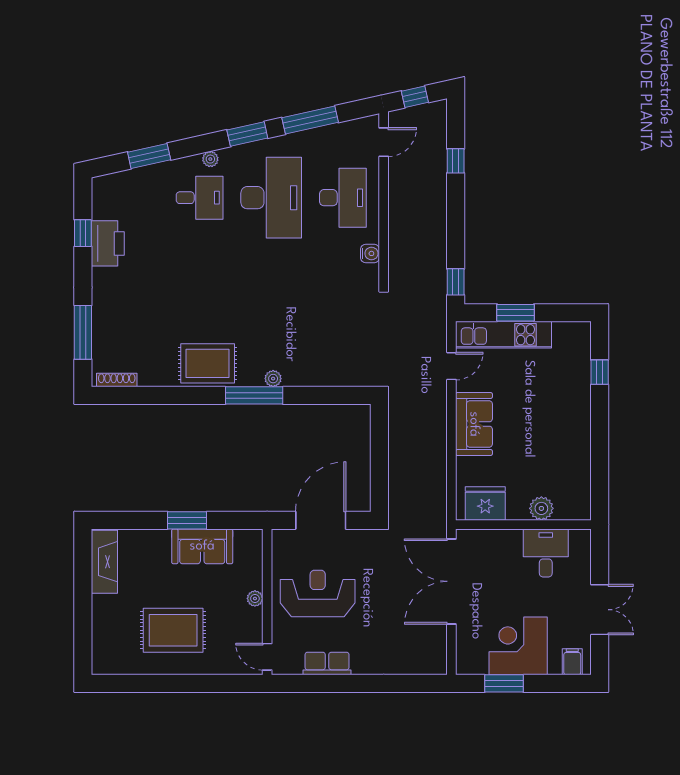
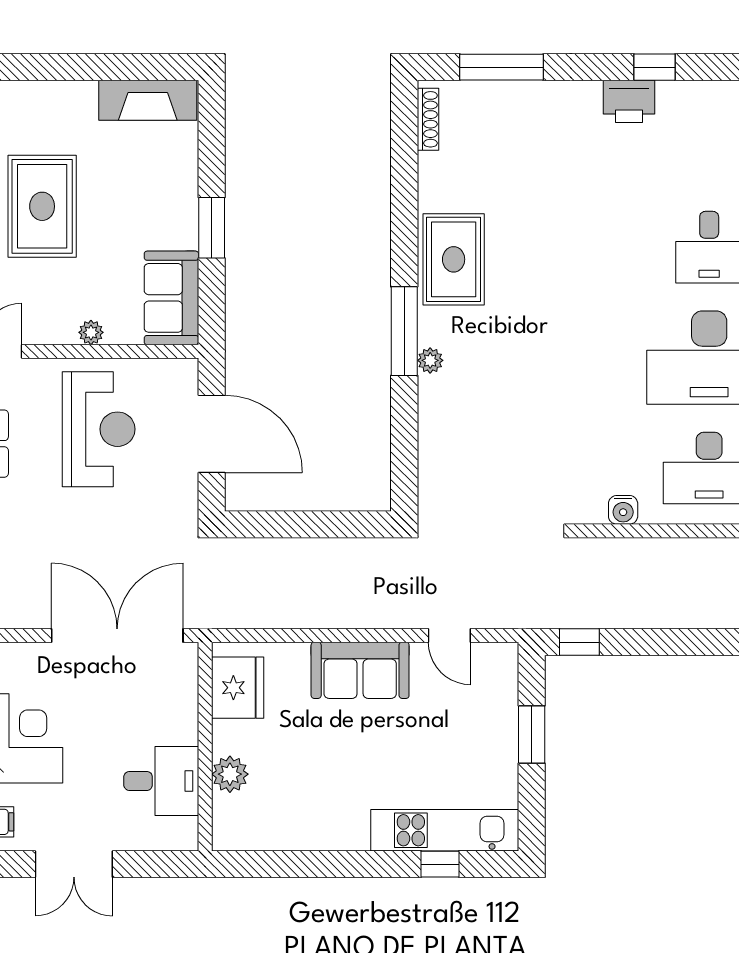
printer: (108, 243) -> (629, 101), width x0.73, depth x0.84
kitchen unit: (503, 335) -> (445, 830), moved, turned 90
sofa: (202, 546) -> (171, 298), moved

